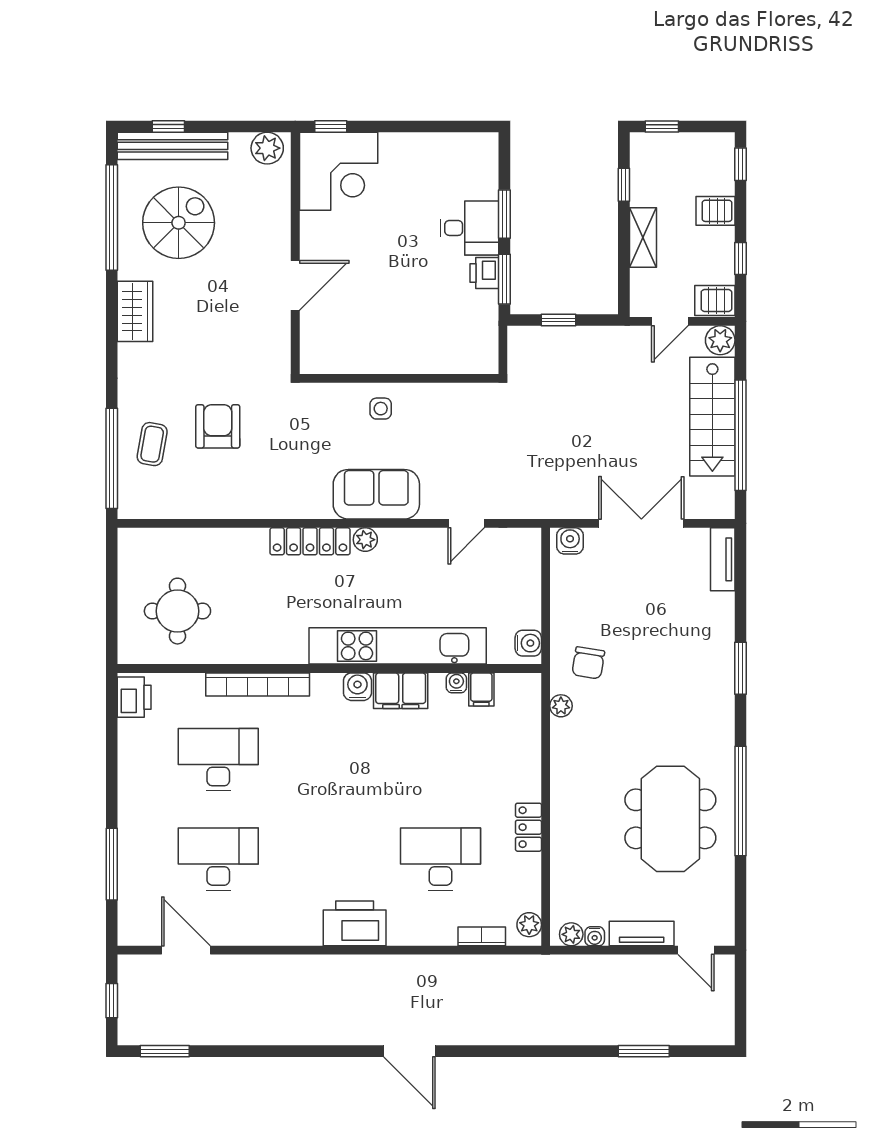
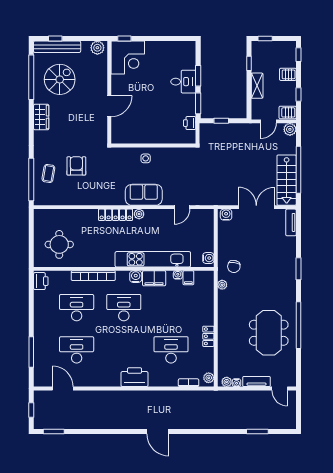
printer: (484, 273) -> (190, 123), moved
stairs: (712, 417) -> (287, 180), moved
desk: (329, 760) -> (124, 308), added

